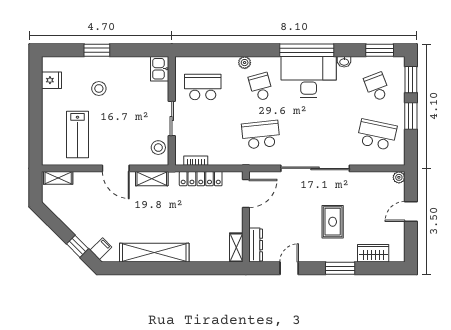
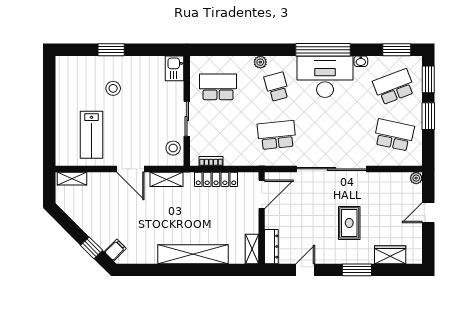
fridge: (52, 80) -> (65, 80), removed
school desk: (377, 87) -> (394, 87), width x1.85
shelving: (154, 253) -> (193, 254), moved

